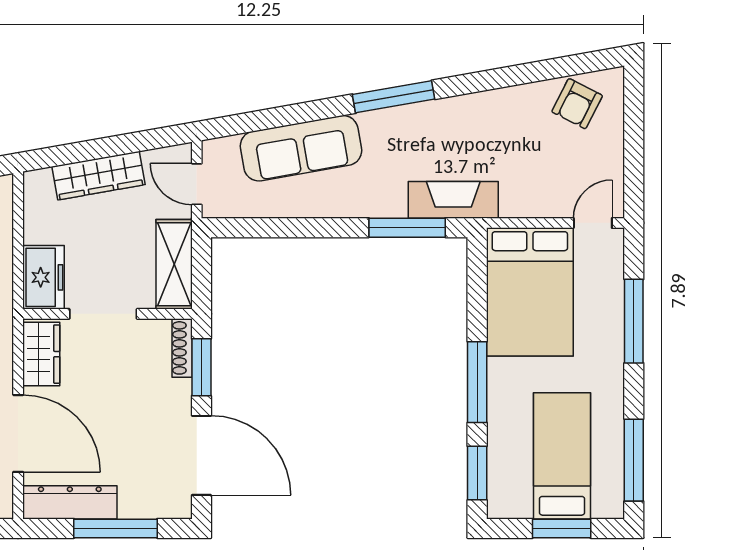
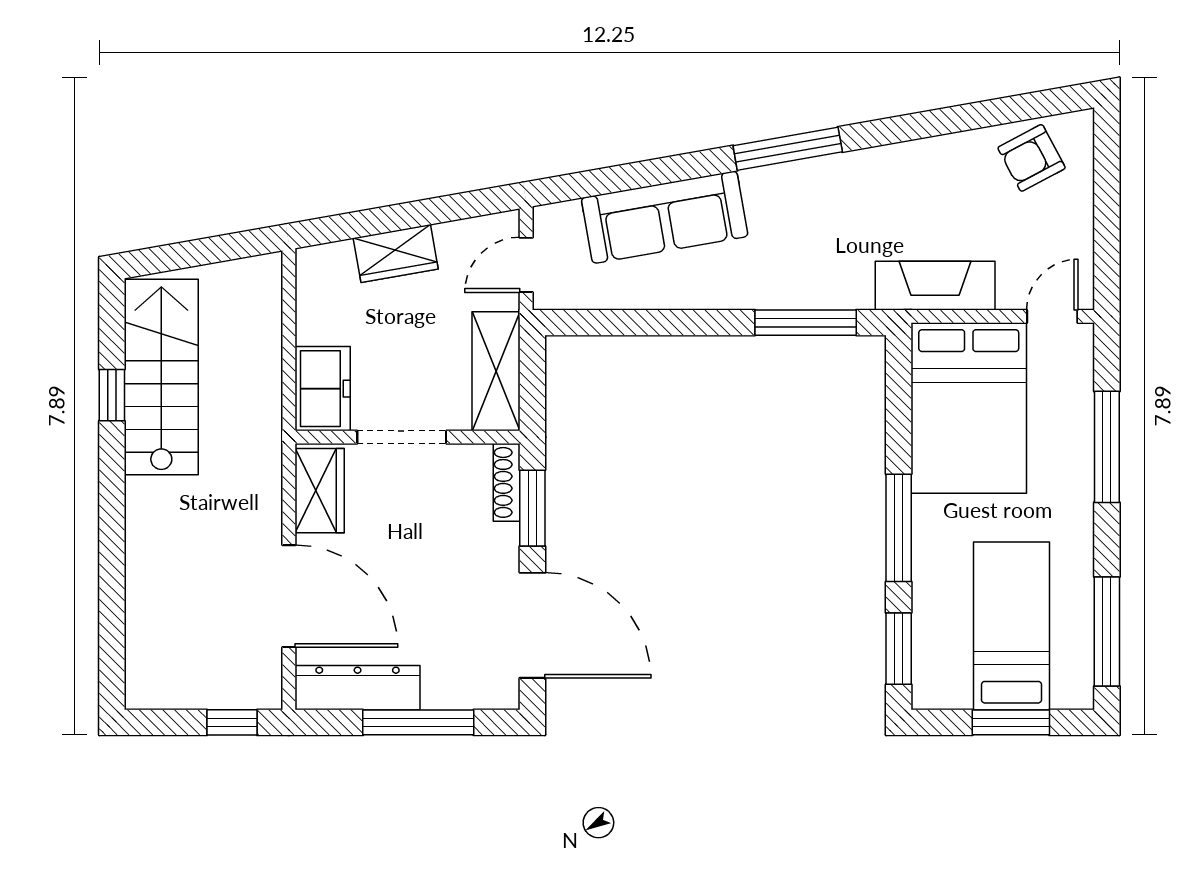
armchair: (577, 104) -> (1032, 158), turned 35
wardrobe: (99, 176) -> (396, 253), width x0.67
door: (197, 184) -> (526, 265), hinge flipped
fireplace: (453, 200) -> (935, 286), moved

